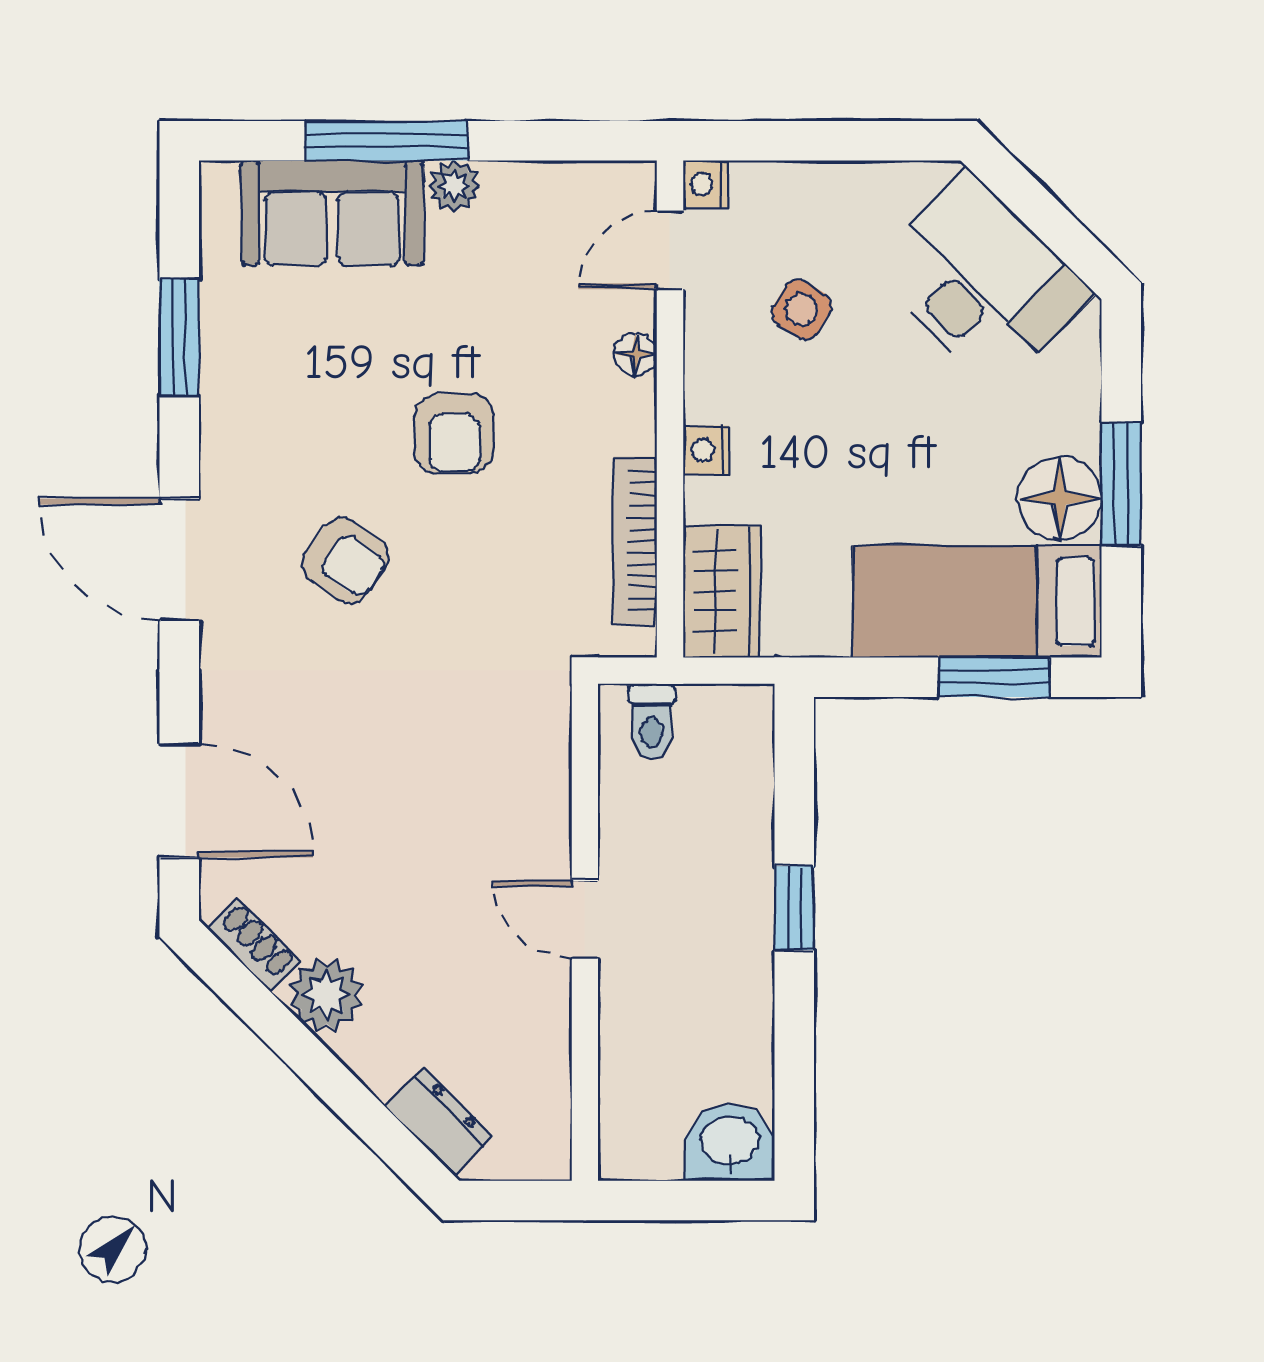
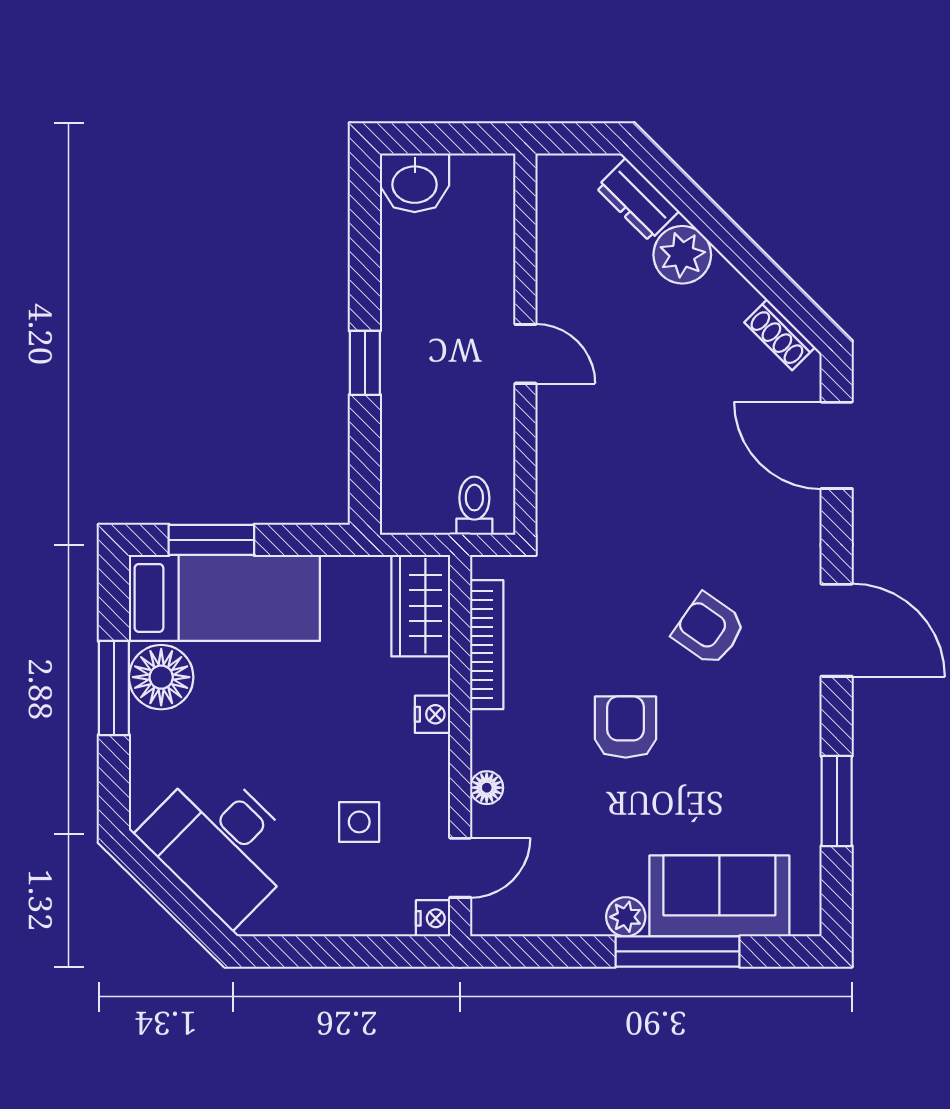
side table: (802, 310) -> (359, 822), turned -32
plant: (326, 995) -> (682, 255), moved

